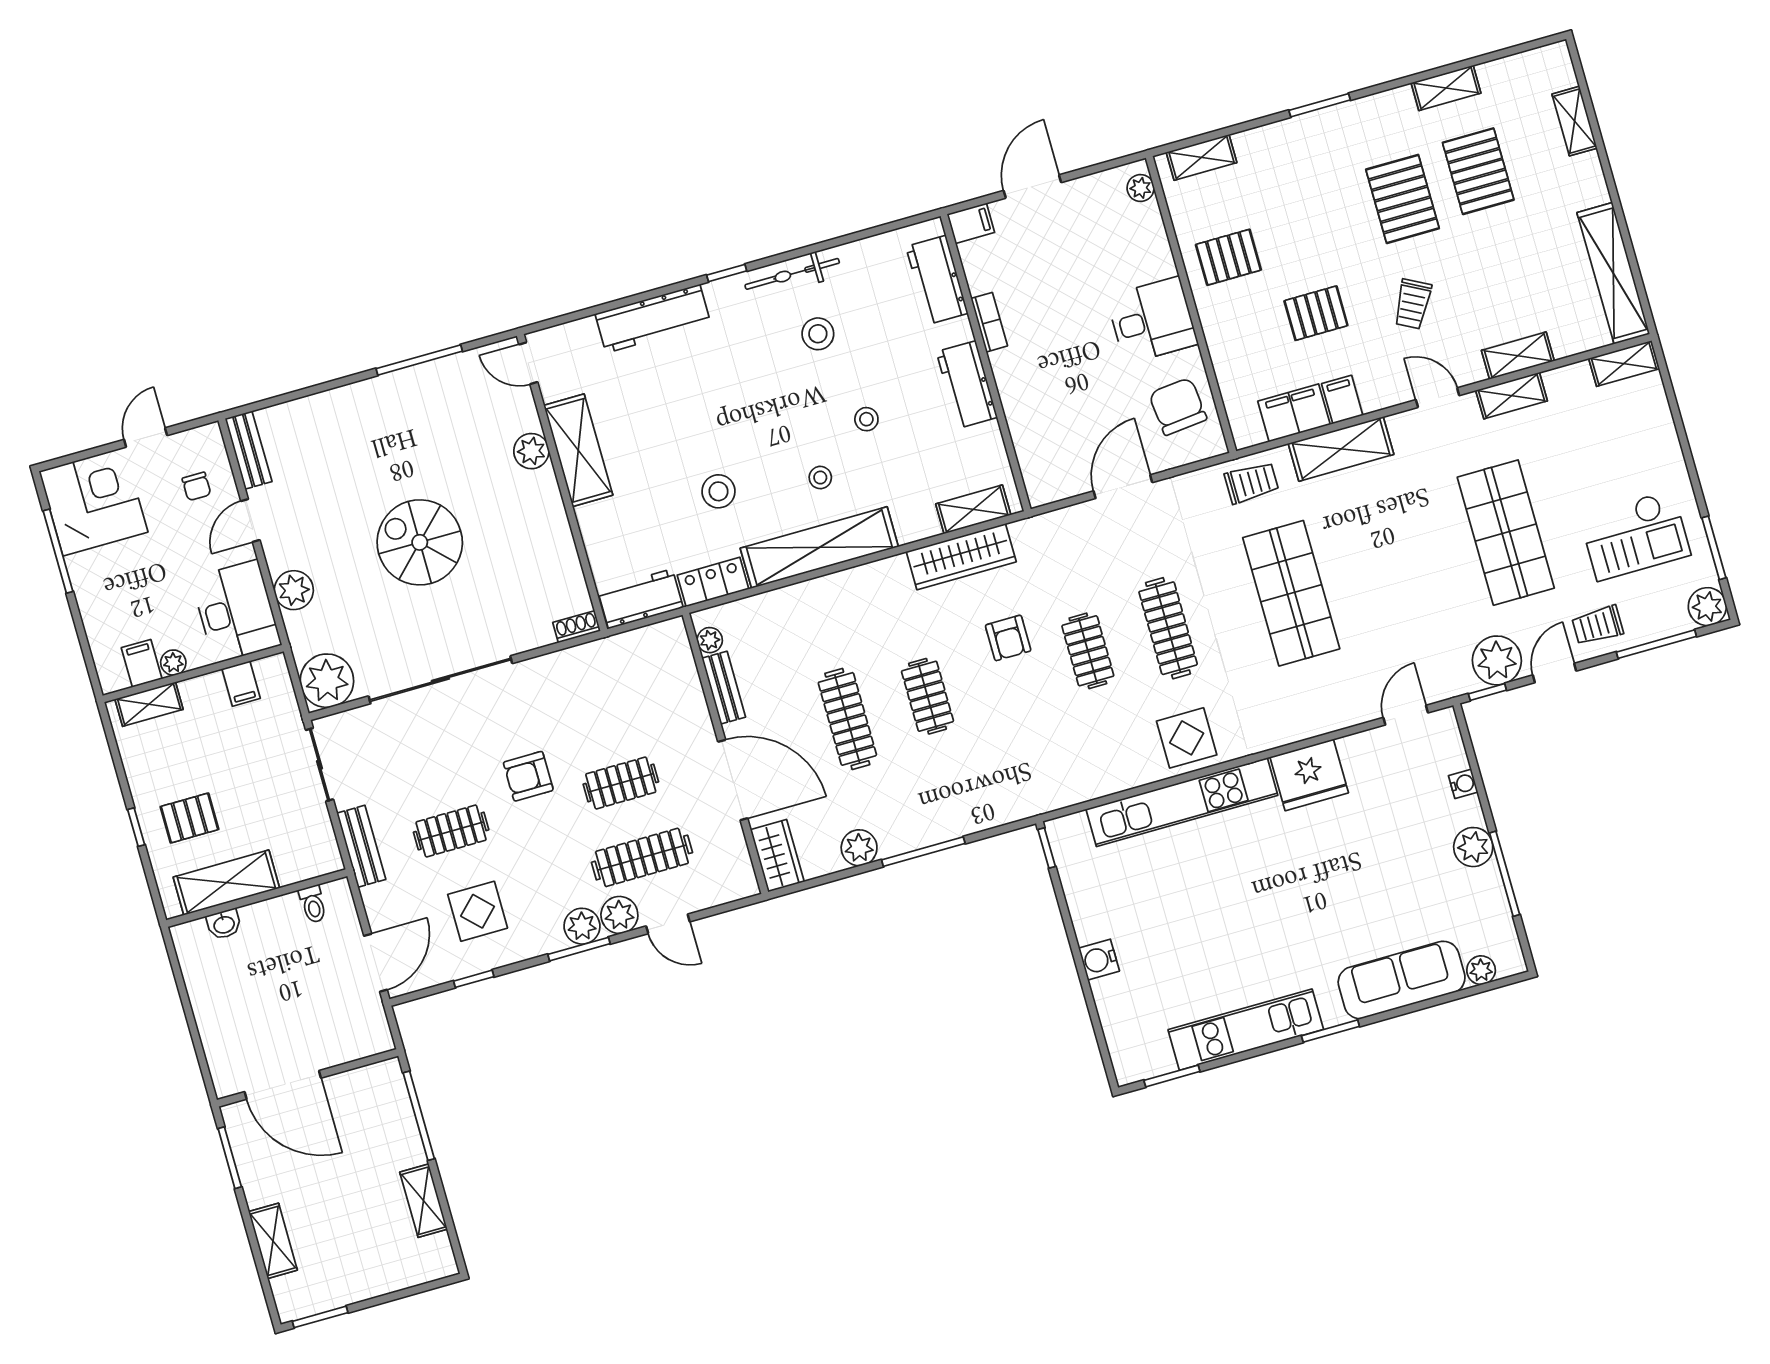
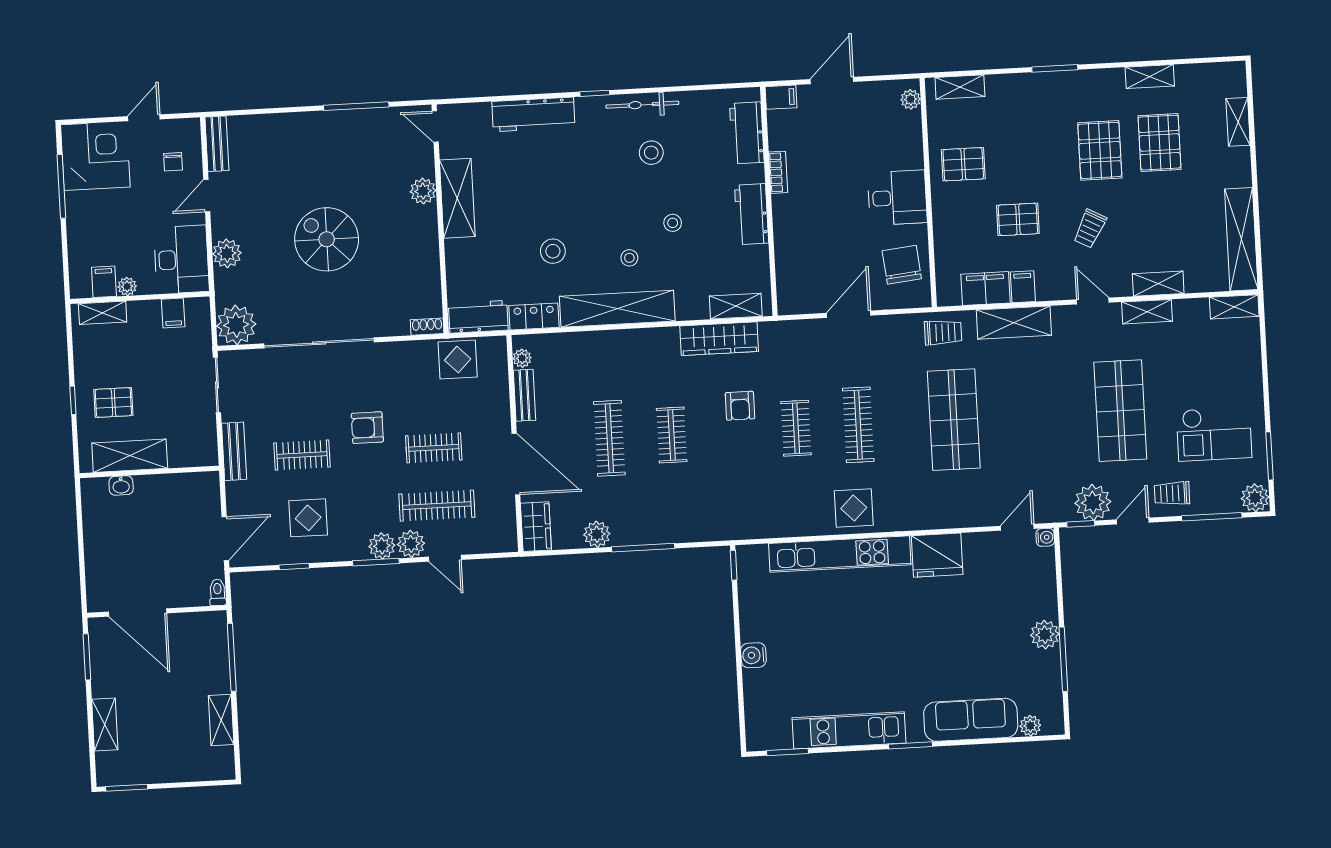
display table: (626, 661) -> (458, 360), added
water cooler: (1463, 784) -> (1045, 537), moved
toilet: (313, 904) -> (218, 592), moved, turned 180

